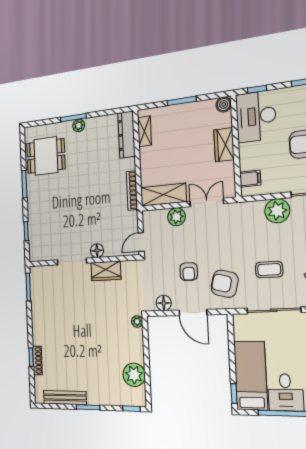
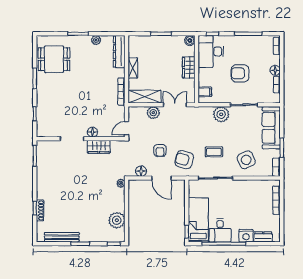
plant: (79, 125) -> (96, 40), moved
shelving: (144, 131) -> (133, 68), moved

